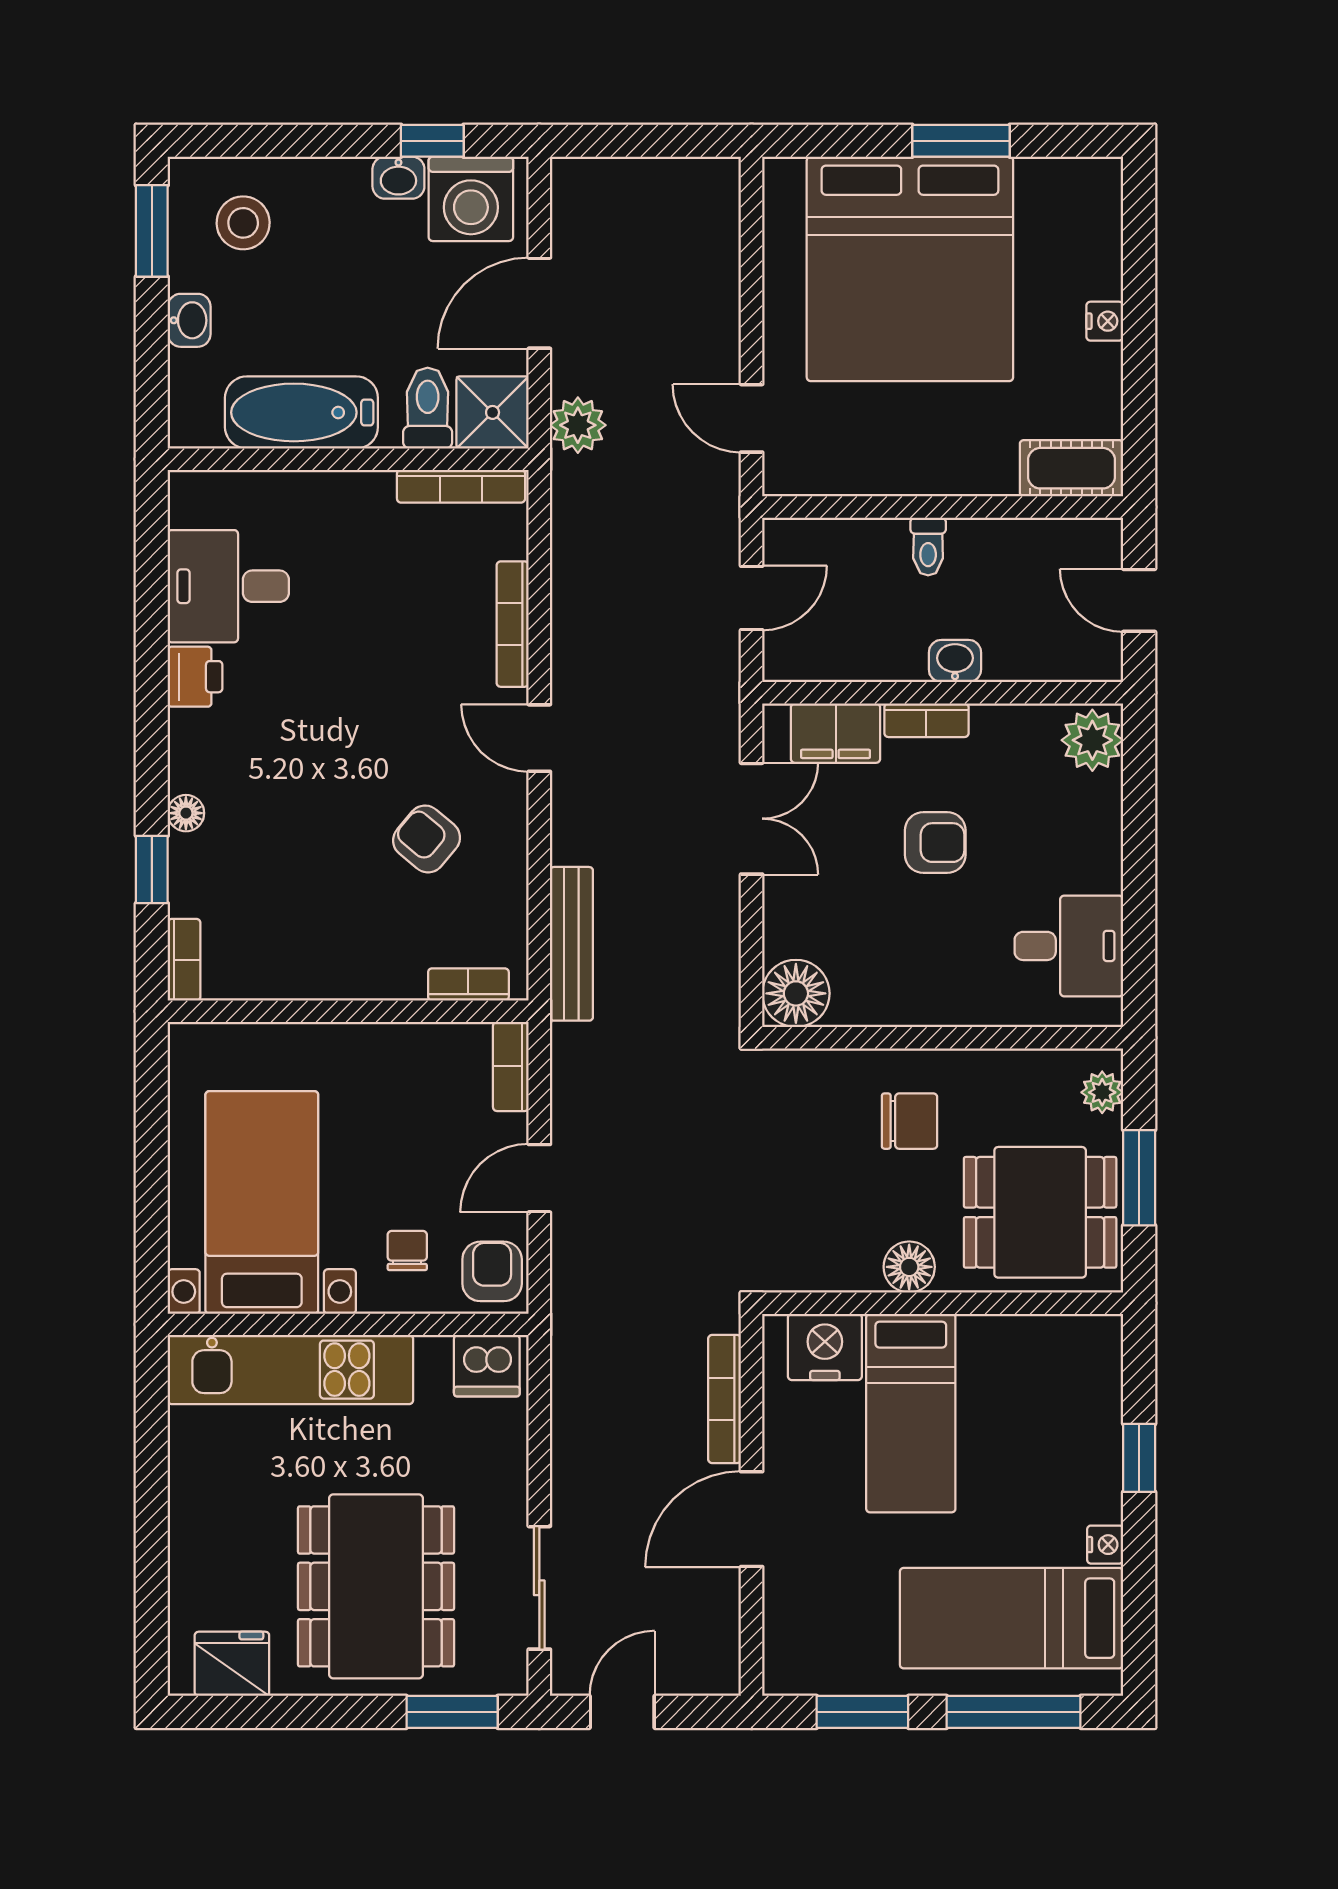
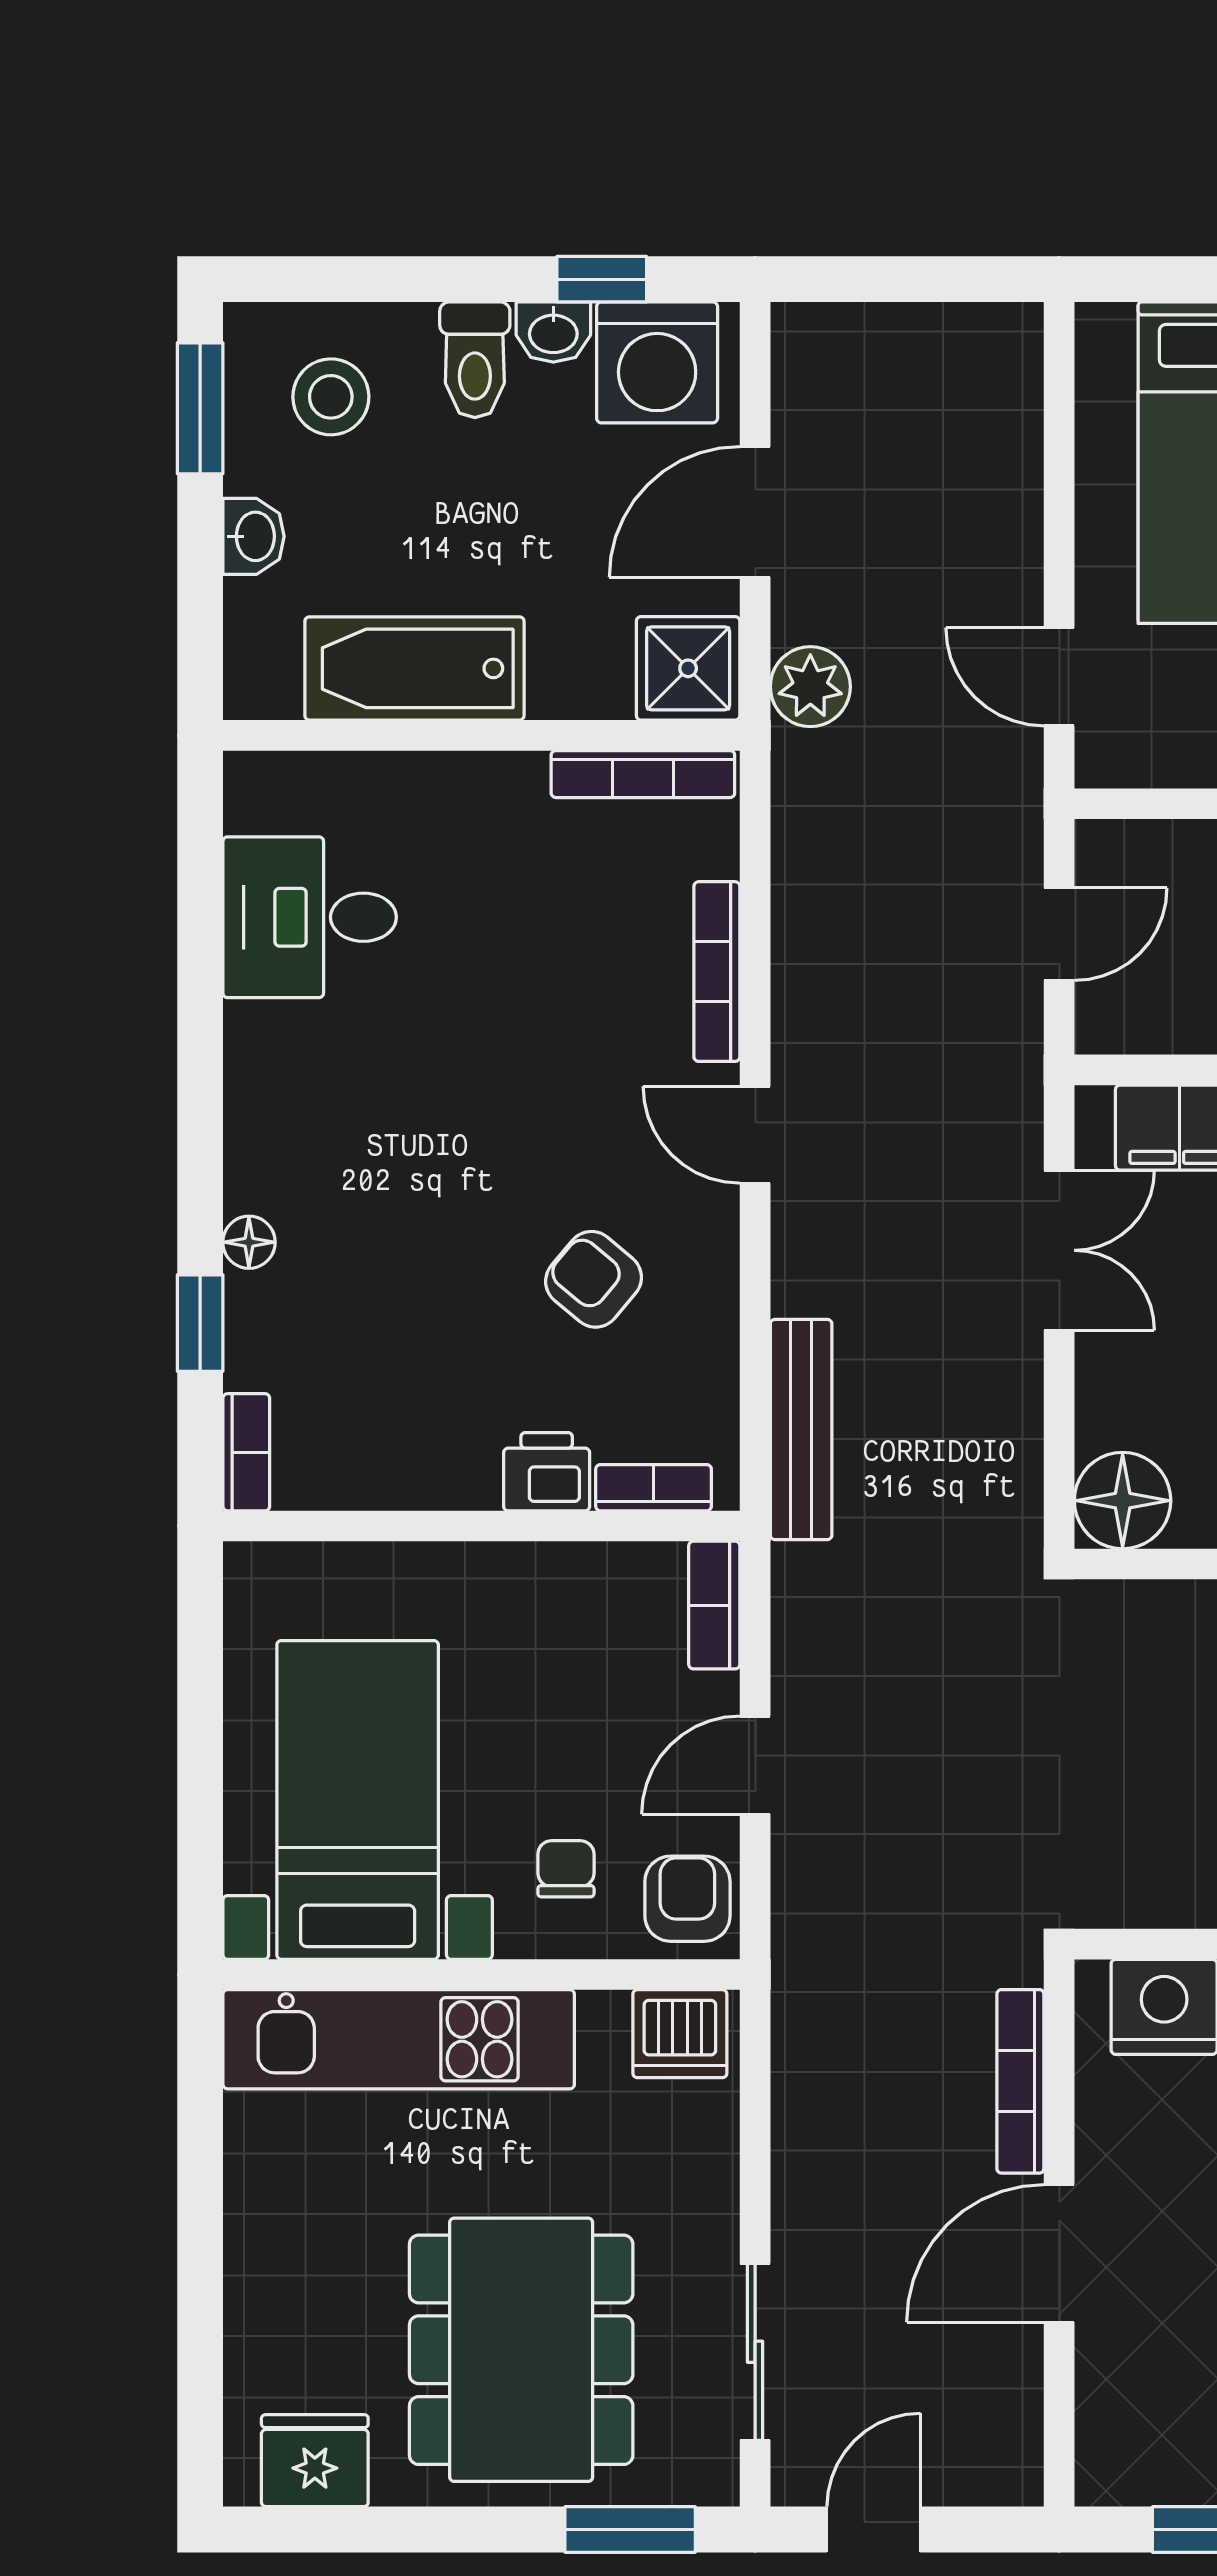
toilet: (428, 408) -> (475, 360), moved, turned 180
printer: (195, 677) -> (547, 1472), moved, turned -90

